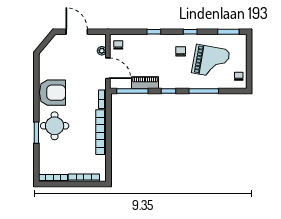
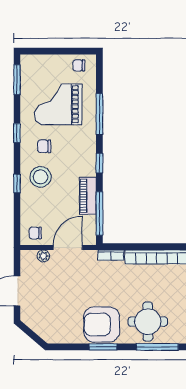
stool: (159, 49) -> (41, 177), added
grand piano: (211, 61) -> (58, 104), turned -100
armchair: (52, 93) -> (102, 324), turned -90
window: (36, 94) -> (103, 347), added
window: (36, 133) -> (157, 347), width x1.44

